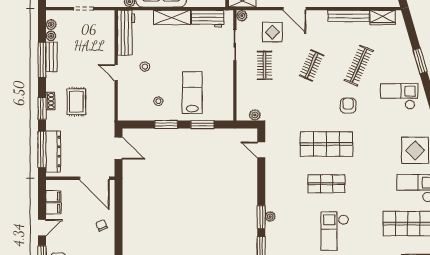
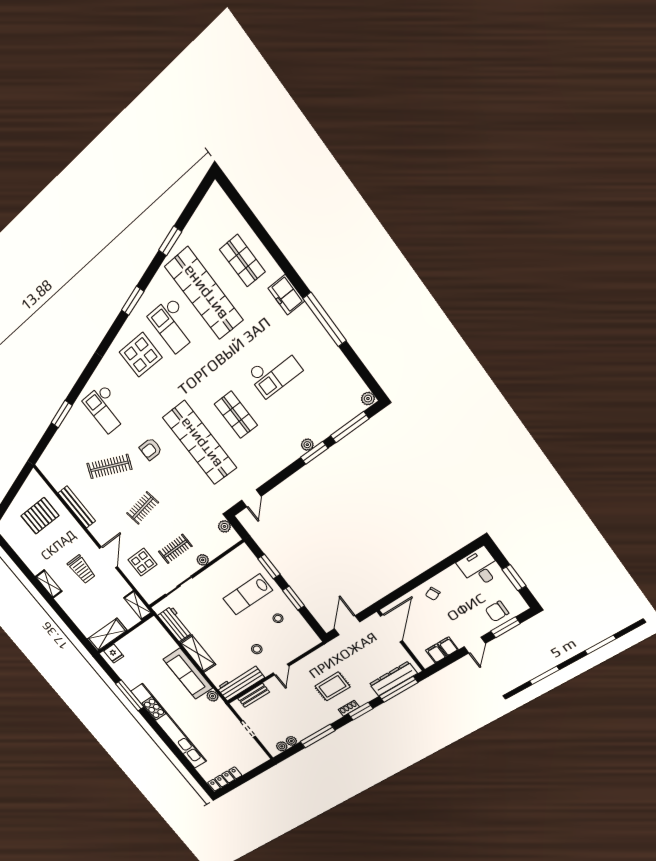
plant: (242, 16) -> (203, 560), moved
wardrobe: (383, 17) -> (54, 476), removed
bench: (52, 57) -> (254, 695), moved
clothes rail: (312, 65) -> (143, 508), turned -33
shop shelf: (326, 144) -> (200, 443), width x1.40
door: (42, 228) -> (475, 645), swing flipped

